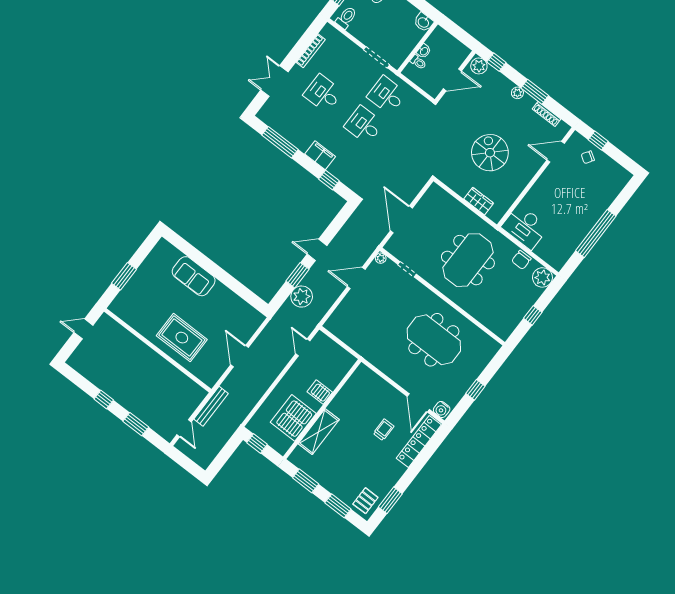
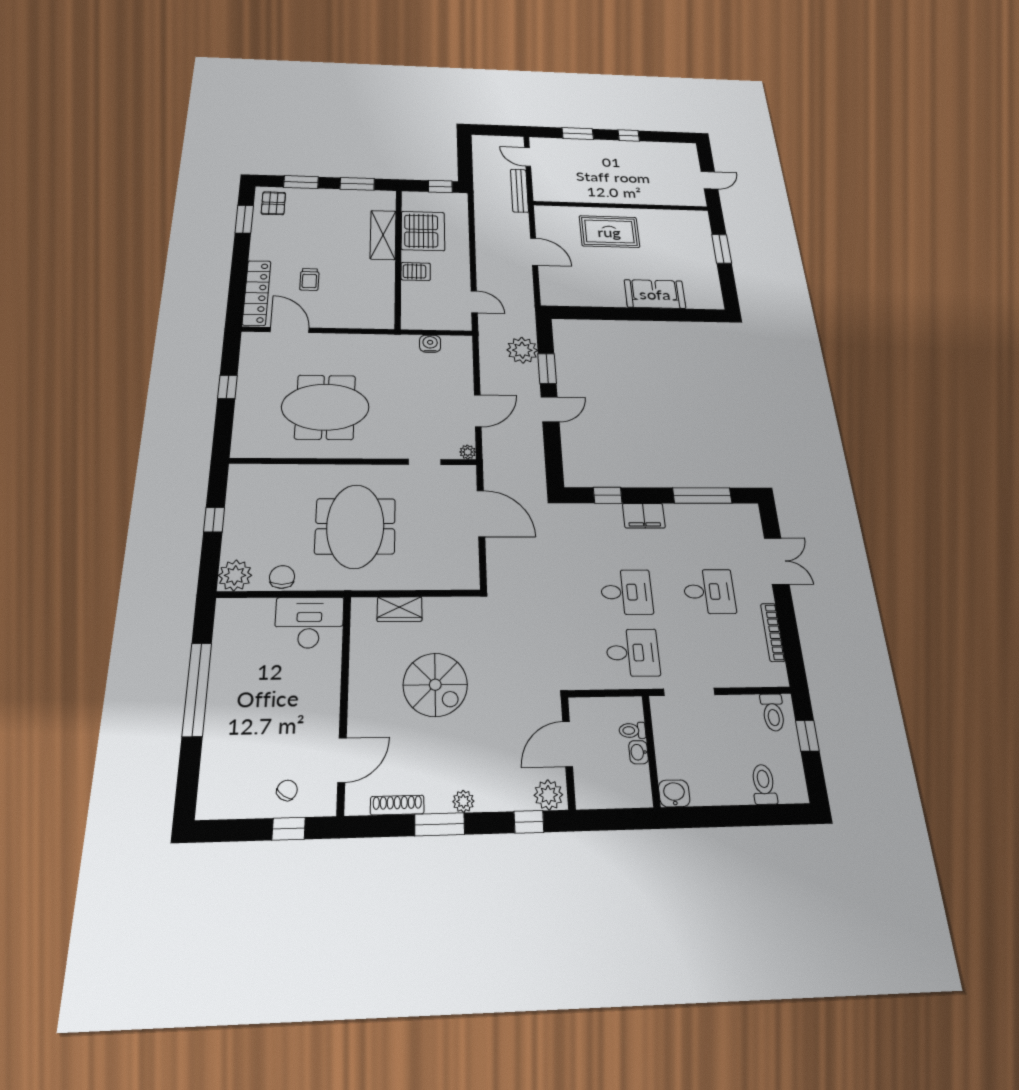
water cooler: (442, 409) -> (430, 344), moved

